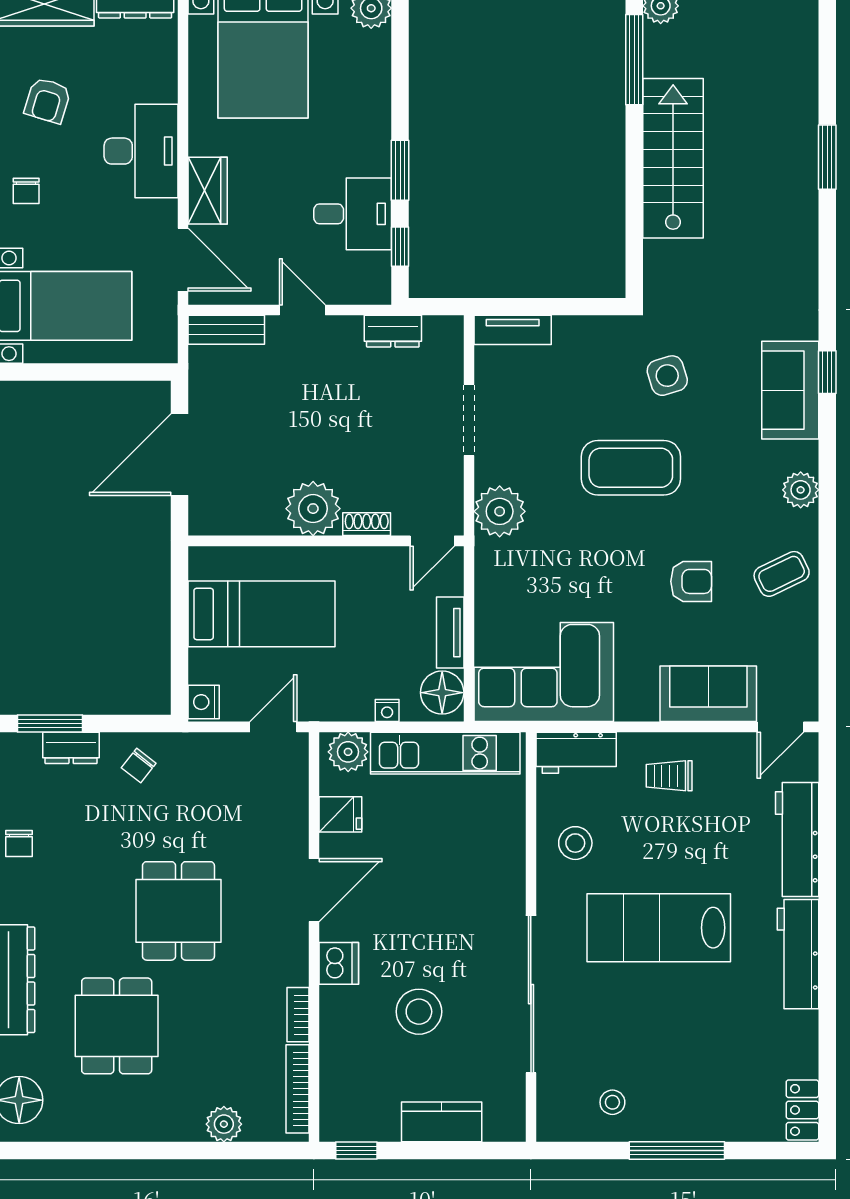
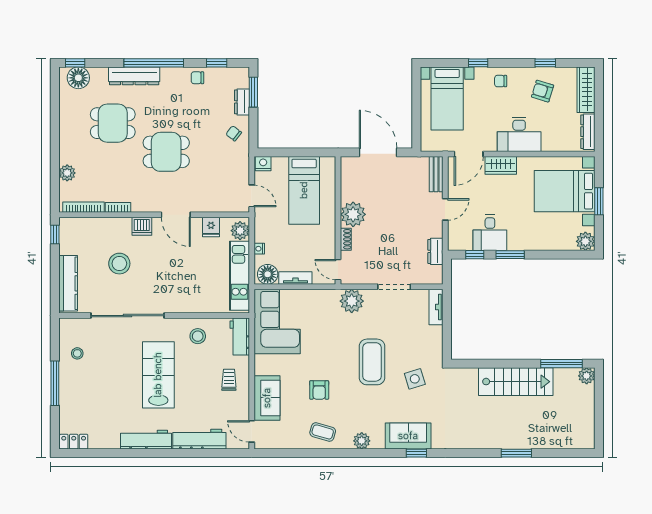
coffee table: (782, 574) -> (323, 432), turned -48
kitchen counter: (442, 1122) -> (68, 283), width x1.50

